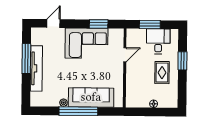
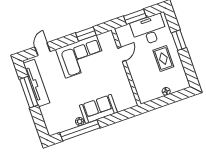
desk: (158, 41) -> (149, 30), width x1.37
tv unit: (36, 68) -> (36, 83), moved
sofa: (91, 97) -> (98, 109), width x0.73
window: (78, 111) -> (80, 130), moved

